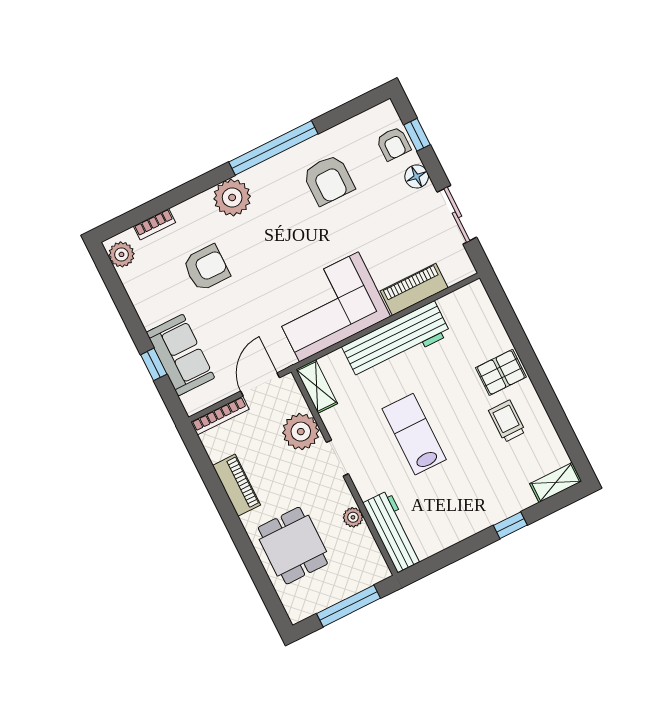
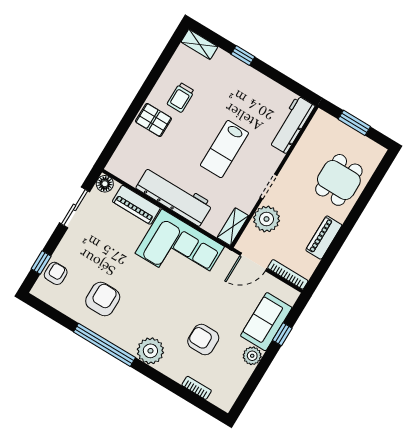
floor lamp: (417, 176) -> (105, 184), moved
plant: (121, 254) -> (252, 356), moved
plant: (353, 517) -> (299, 154), removed
window: (349, 606) -> (354, 123), width x0.69

